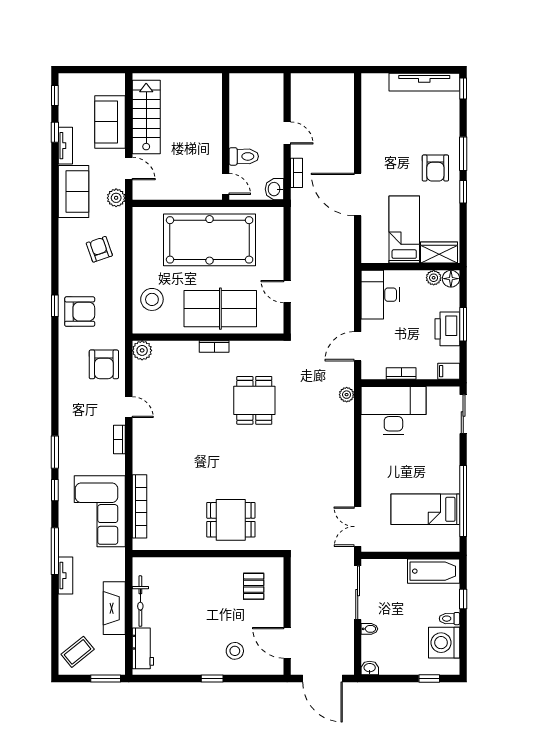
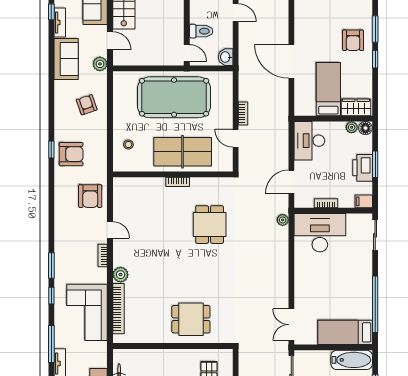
bookcase: (297, 173) -> (243, 113), moved
stool: (152, 299) -> (128, 144), width x0.53, depth x0.53
plant: (142, 350) -> (121, 275), moved
bed: (425, 509) -> (345, 332), moved

